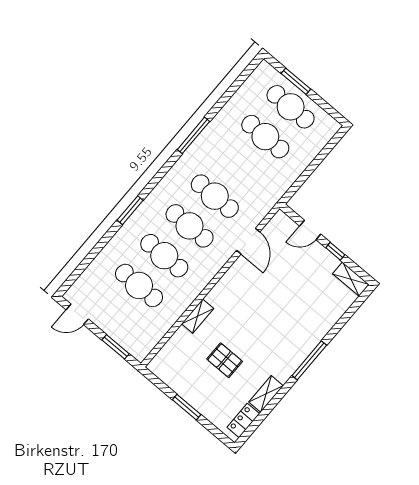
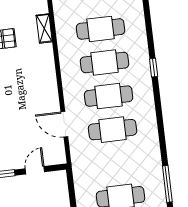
window: (193, 135) -> (167, 184), moved
window: (130, 210) -> (154, 68), width x0.67
shelving: (198, 316) -> (44, 28), moved

